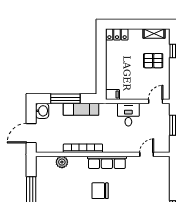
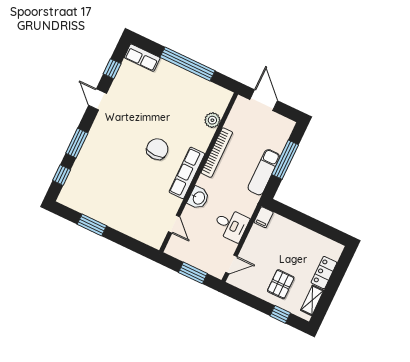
locker: (117, 34) -> (324, 273), moved
door: (156, 101) -> (231, 264), hinge flipped
washbasin: (42, 111) -> (198, 198), moved, turned -90

